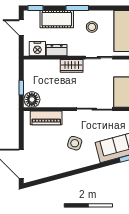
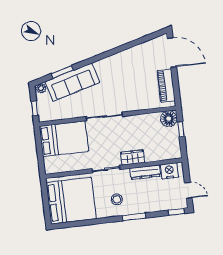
cot: (57, 19) -> (153, 203), removed
dresser: (57, 50) -> (145, 172), width x1.44
piano: (46, 118) -> (166, 86), moved, turned -90
side table: (75, 143) -> (120, 80), removed

